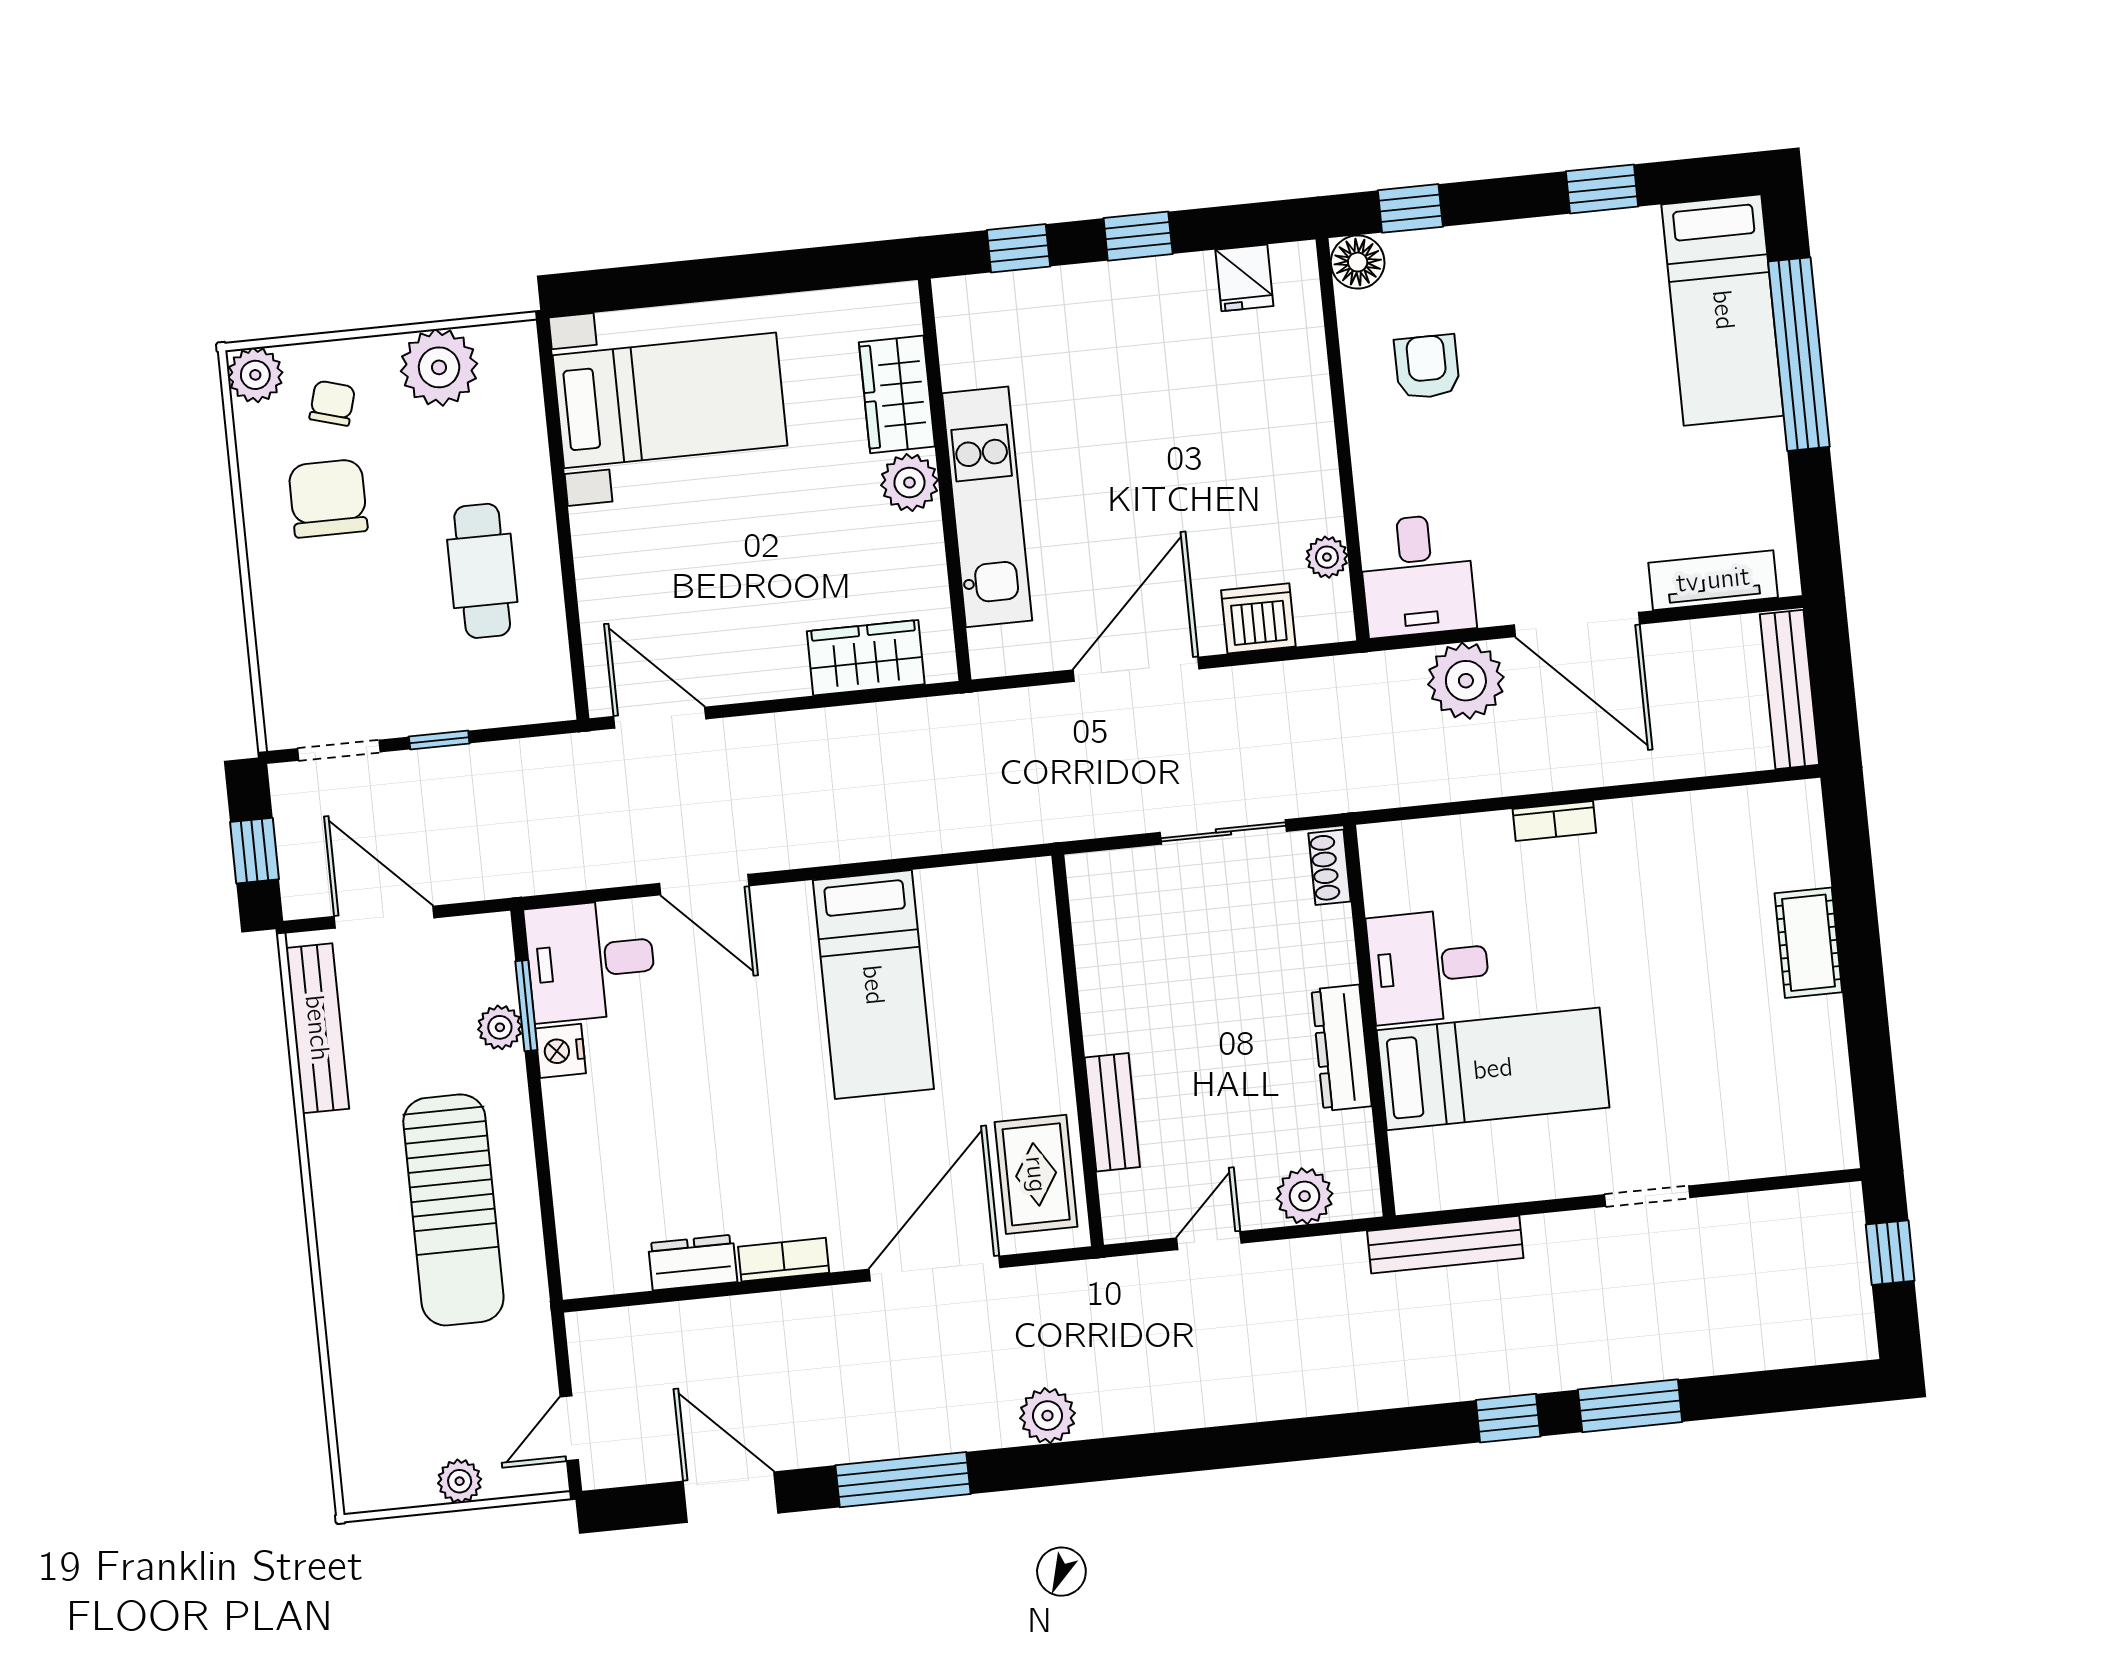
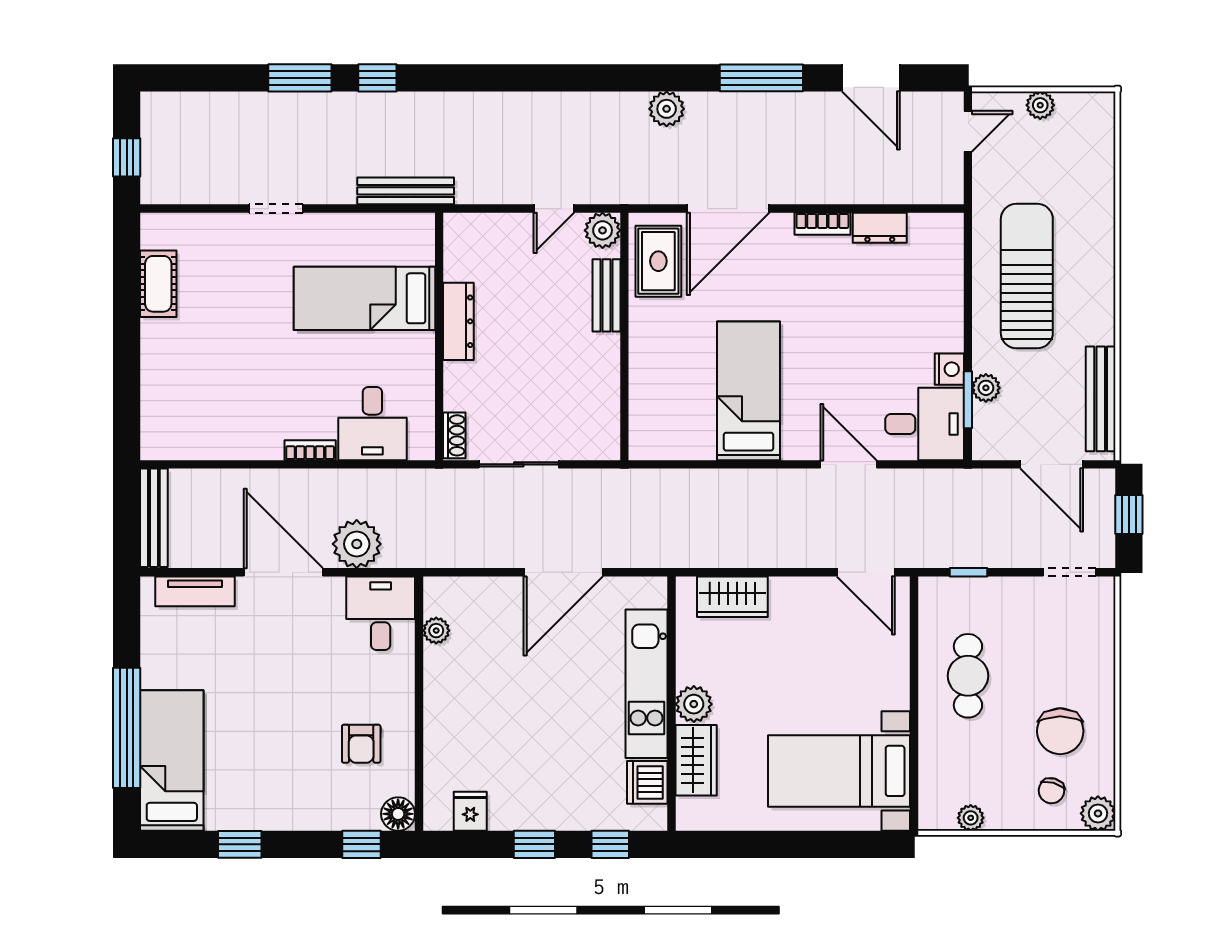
plant: (439, 367) -> (971, 818), width x0.53, depth x0.53
dishwasher: (1258, 618) -> (647, 782), moved, turned 90
window: (439, 740) -> (969, 572), moved
cot: (1808, 943) -> (158, 284), moved
desk: (1429, 966) -> (372, 424), moved, turned 90
plant: (1305, 1196) -> (603, 230), moved

